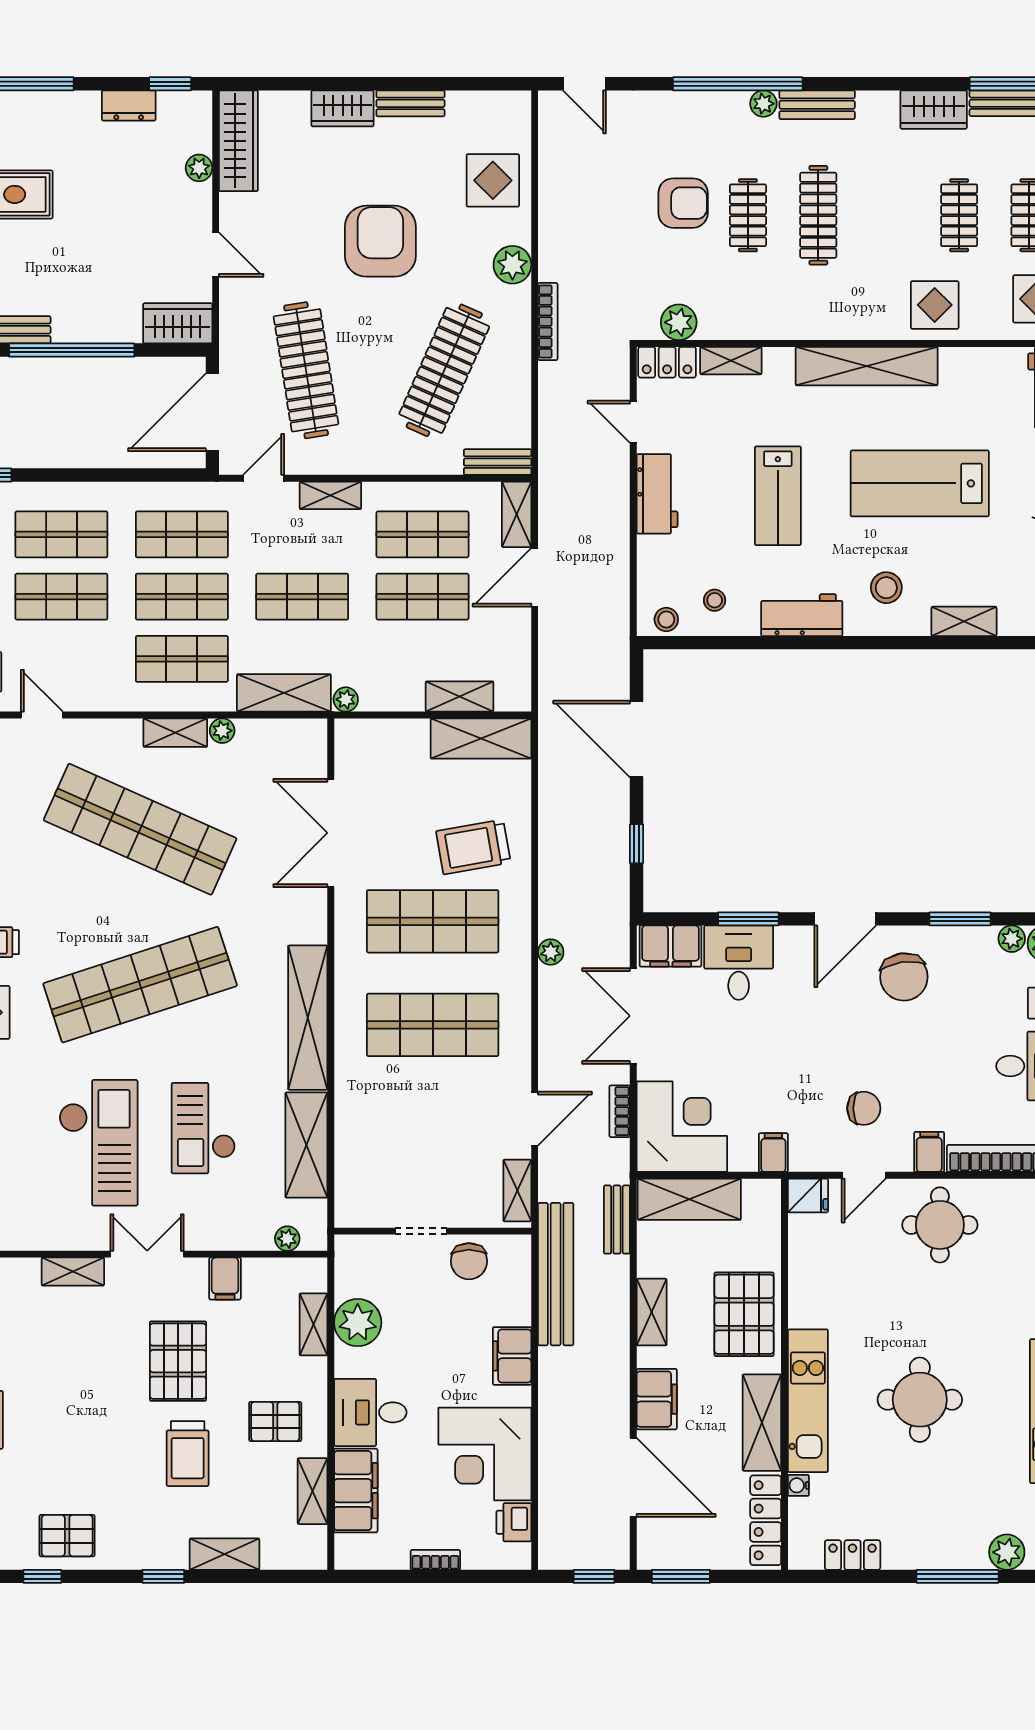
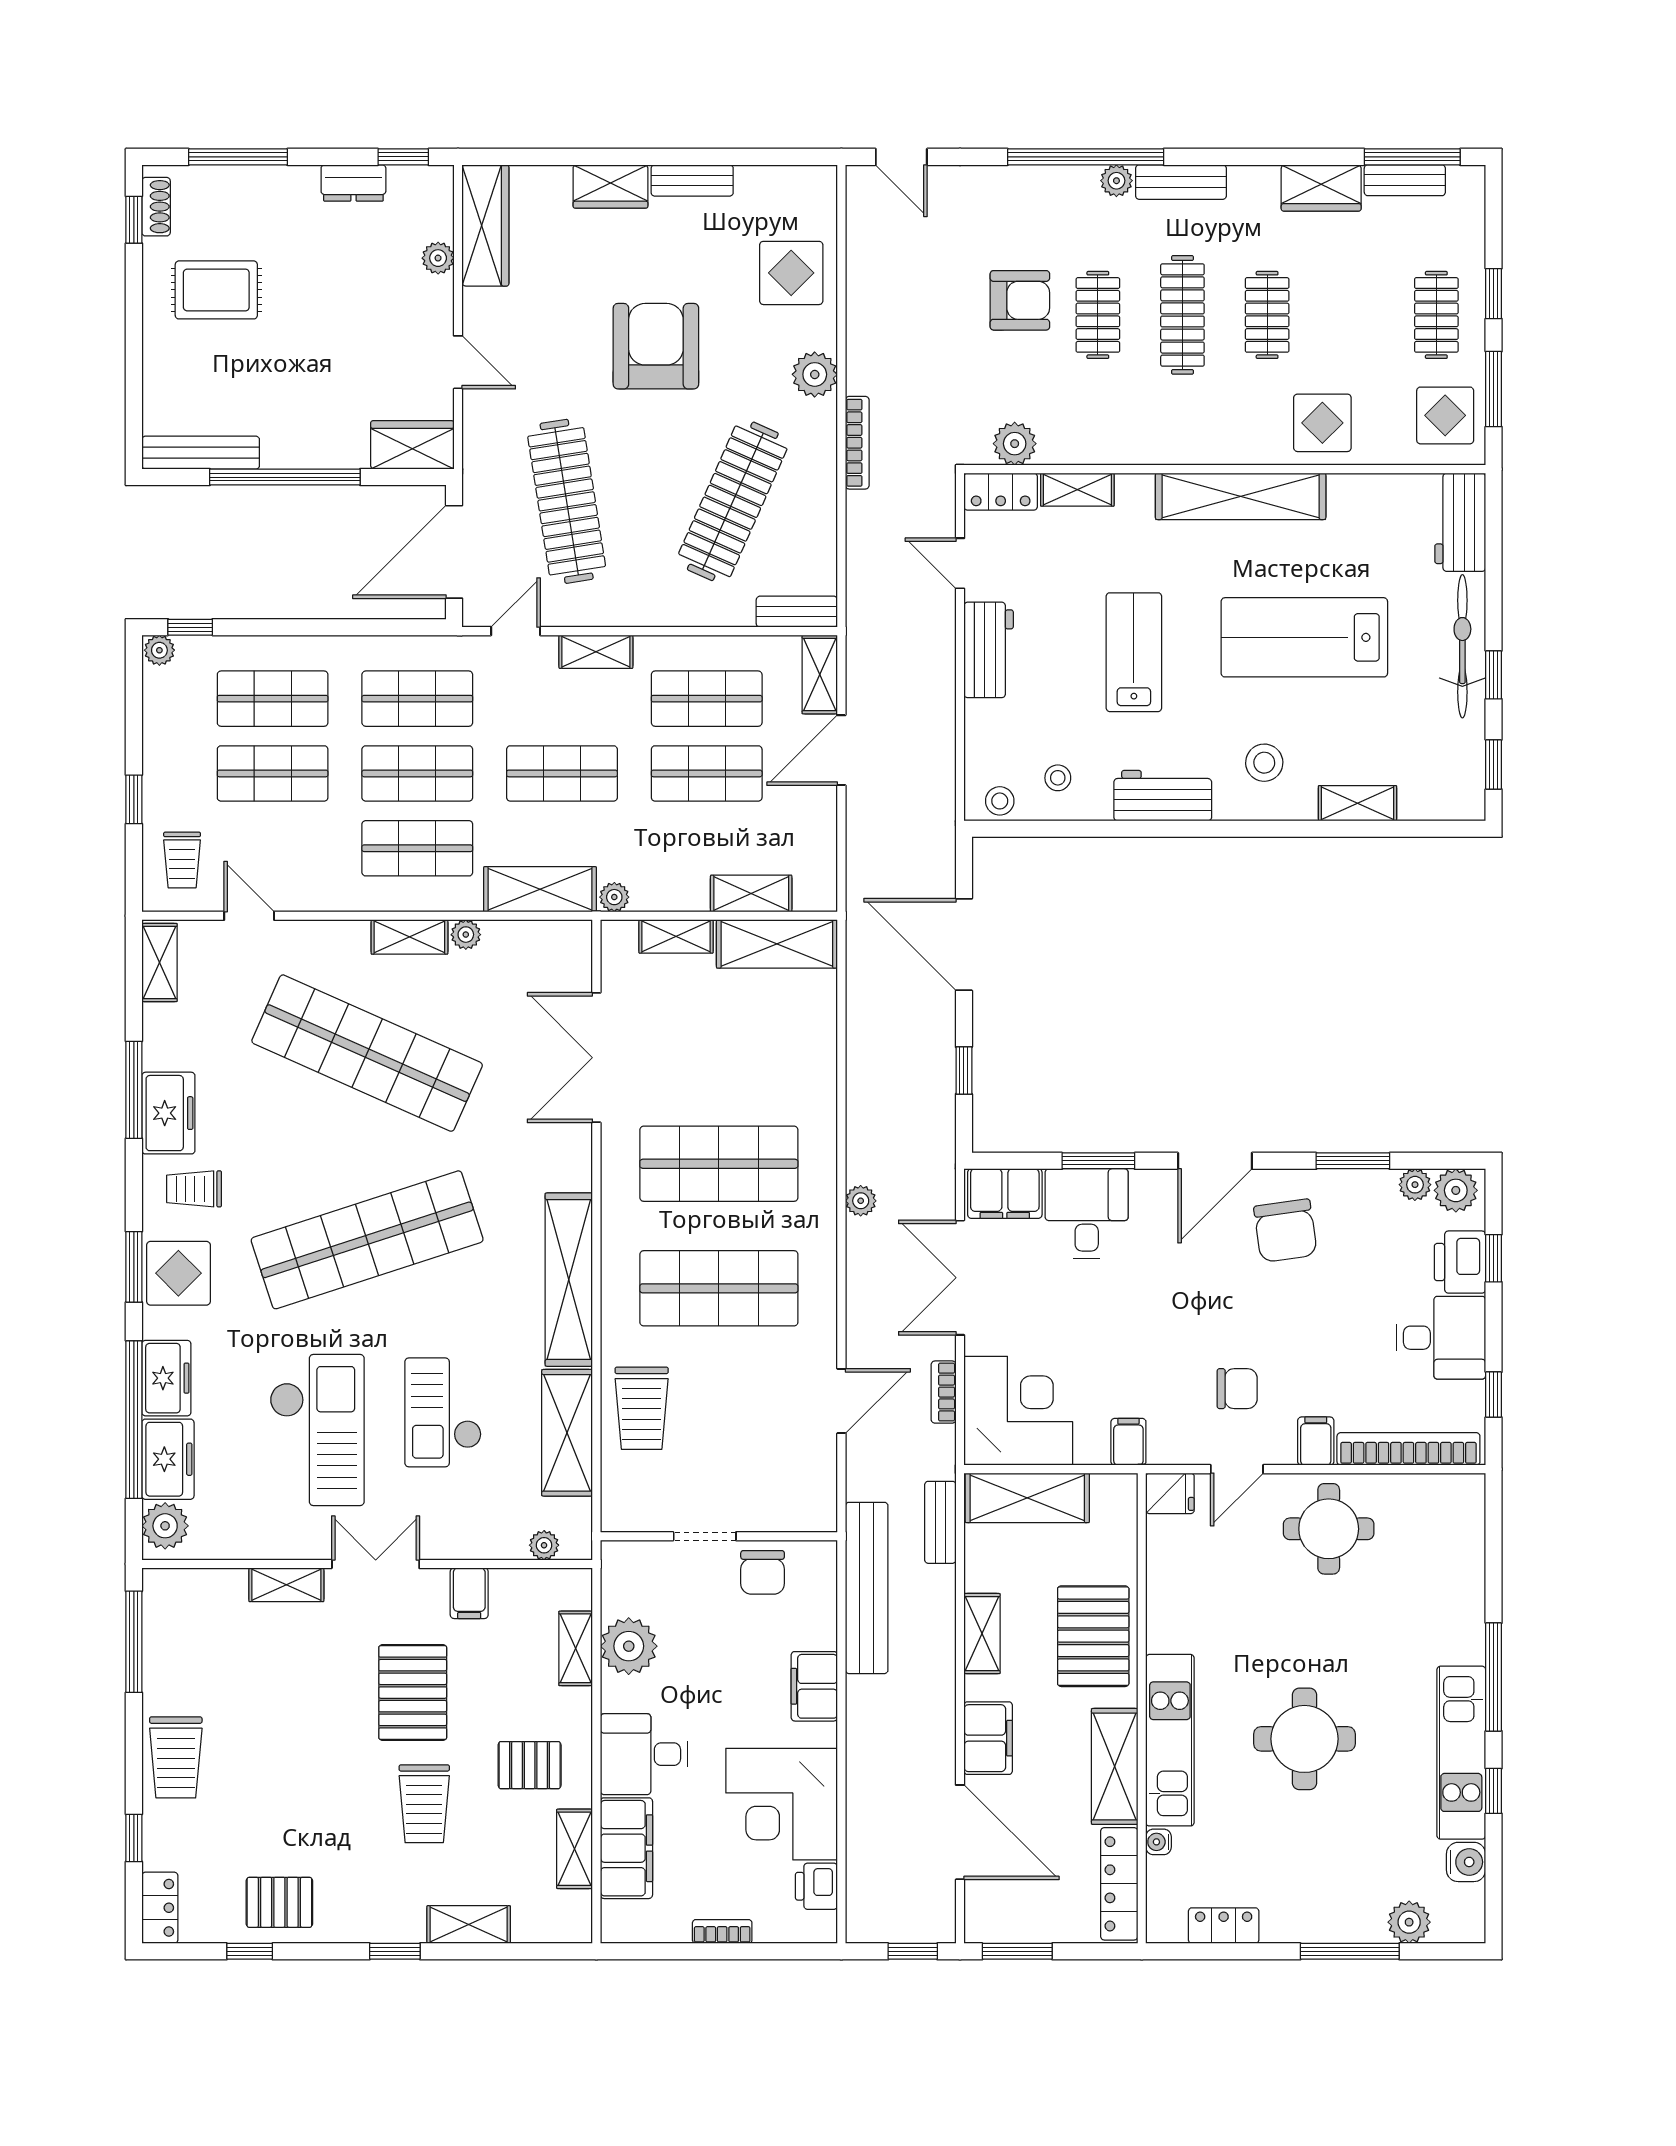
clothes rail: (959, 215) -> (1267, 315), moved
lab bench: (778, 496) -> (1134, 652), turned 180
trolley: (473, 847) -> (642, 1408), moved, turned -80
shelving: (517, 1191) -> (676, 936), moved, turned 90

